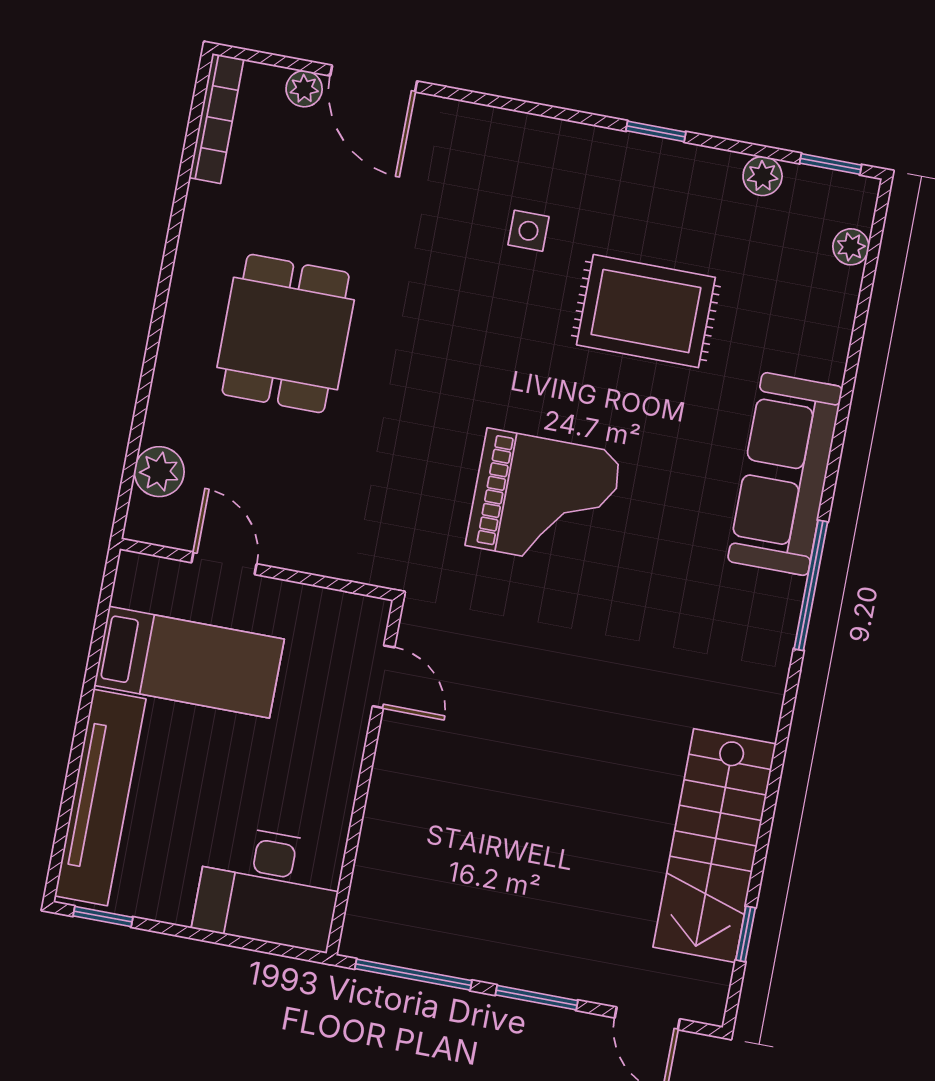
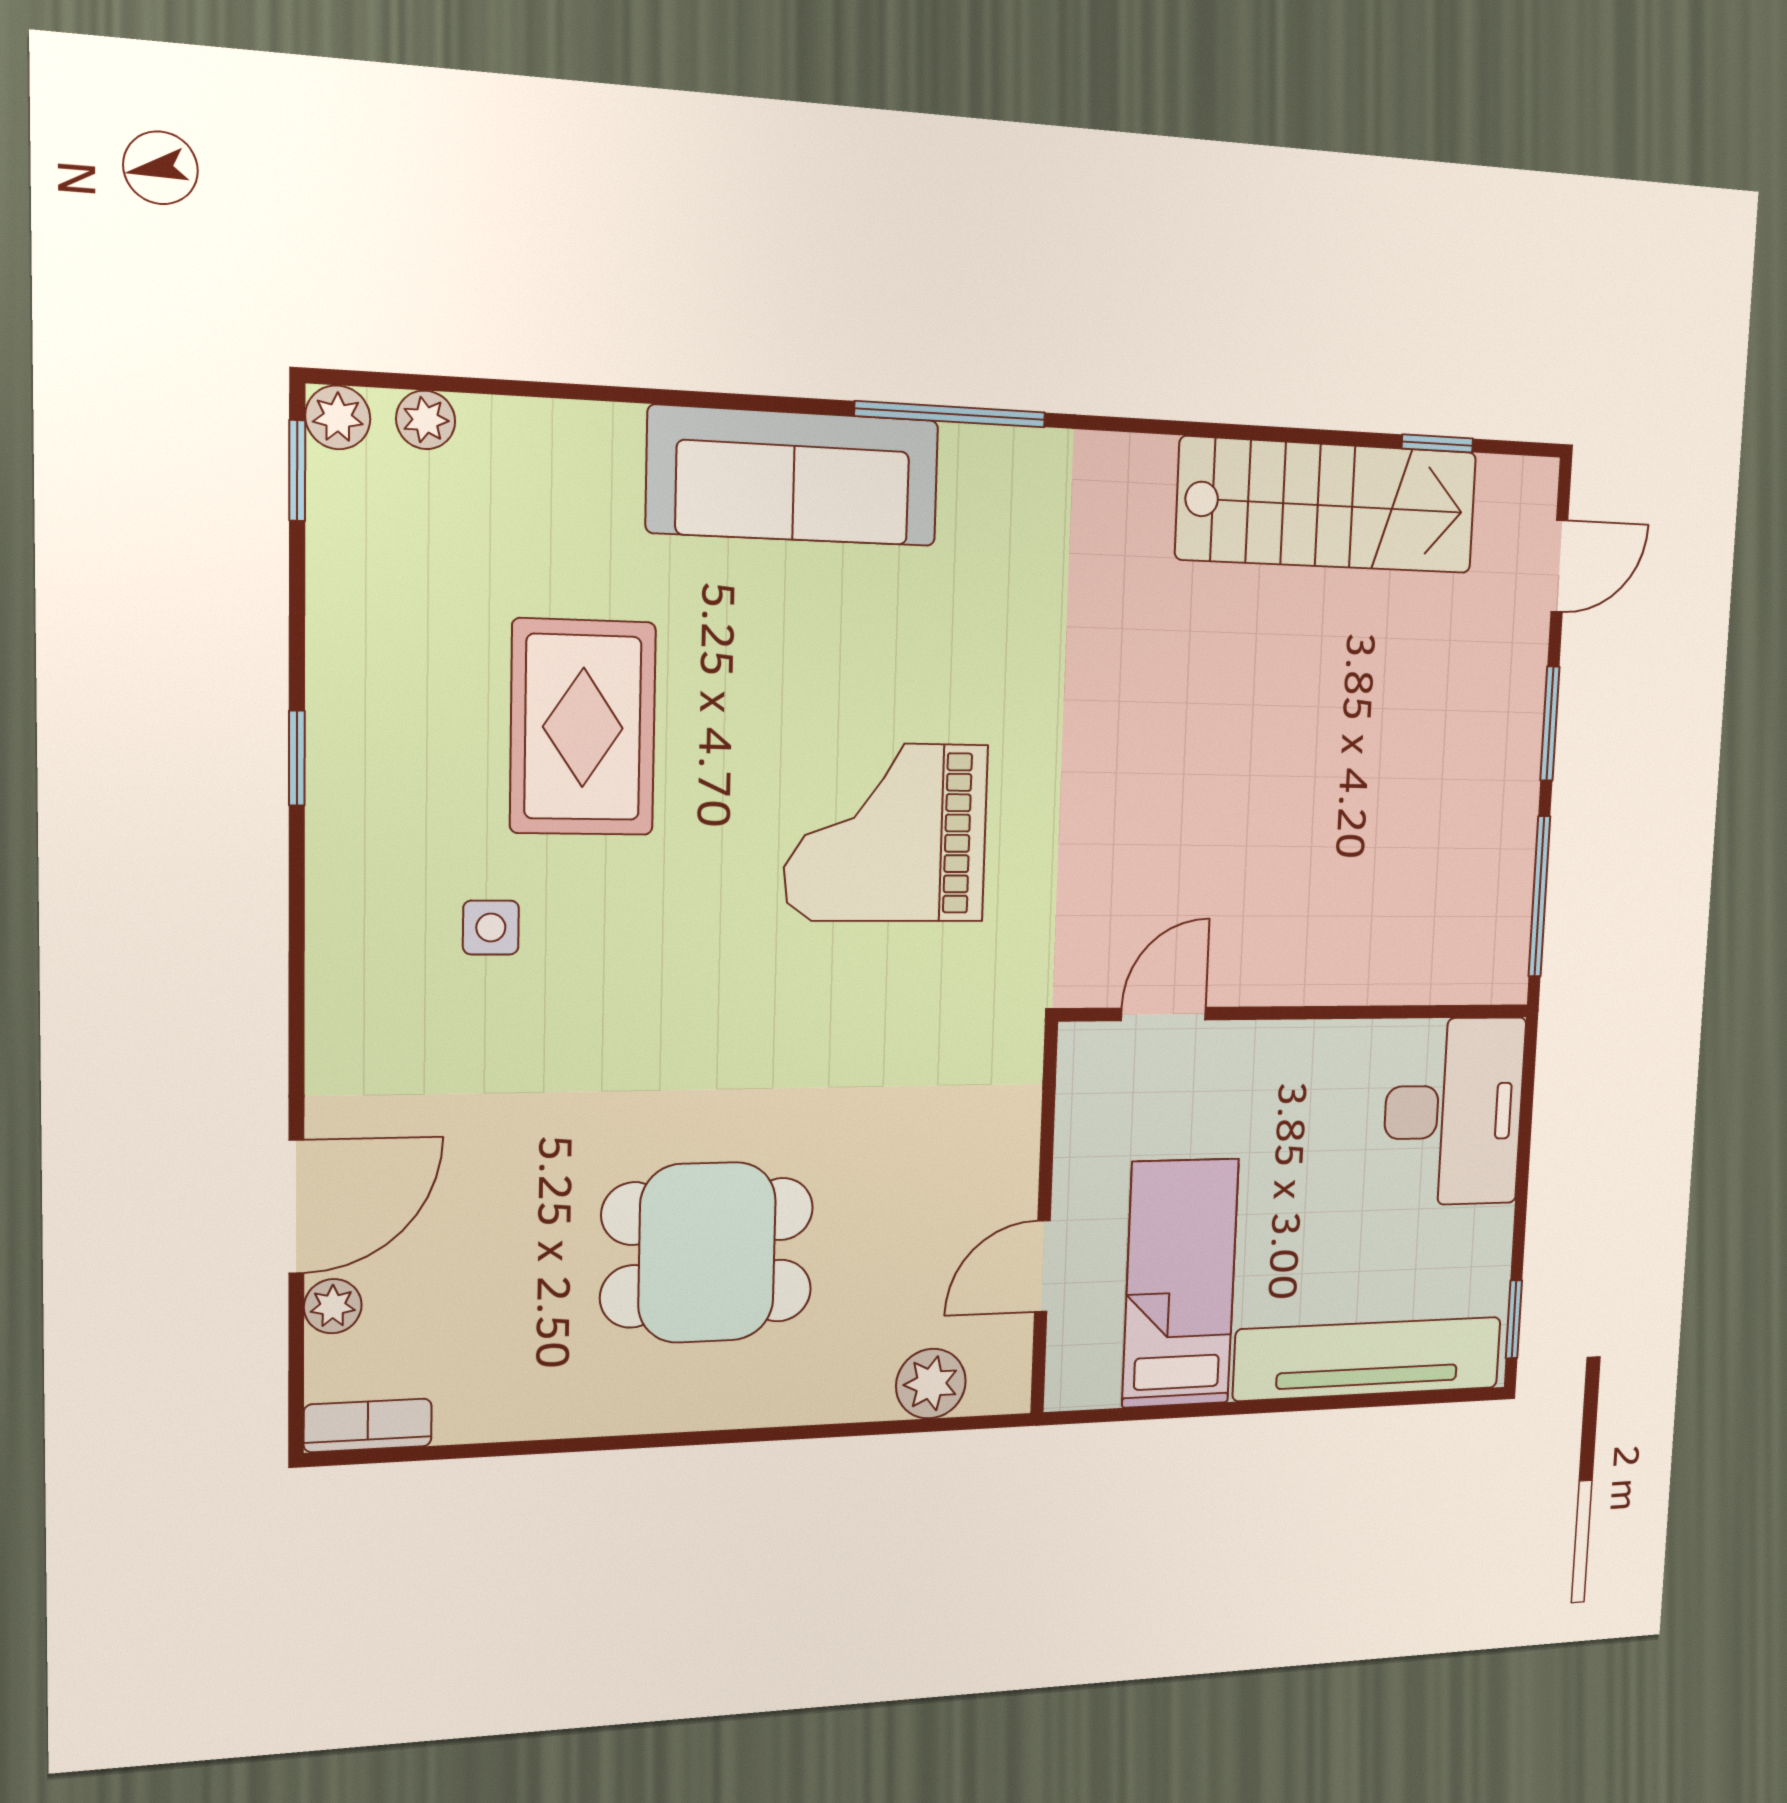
bookcase: (216, 118) -> (368, 1425), width x0.64
plant: (763, 176) -> (338, 417), moved
grand piano: (544, 499) -> (886, 832), turned -90

